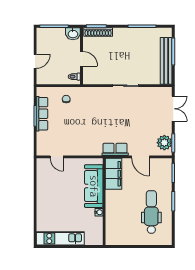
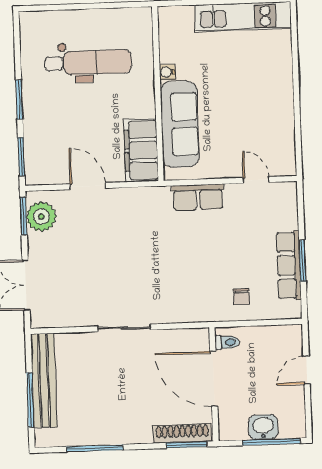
washbasin: (73, 34) -> (263, 427), moved
door: (81, 59) -> (214, 379), width x1.88
row of seats: (115, 149) -> (198, 197), moved
dental chair: (151, 212) -> (88, 62), moved, turned -90

